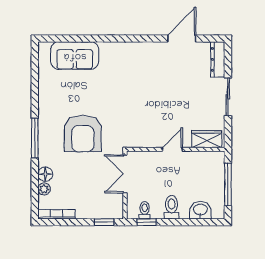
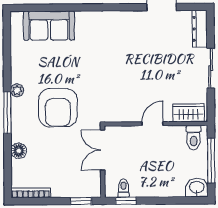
plant: (44, 189) -> (17, 90), moved
toilet: (172, 207) -> (194, 138), moved, turned 180
washbasin: (200, 210) -> (197, 188), moved

